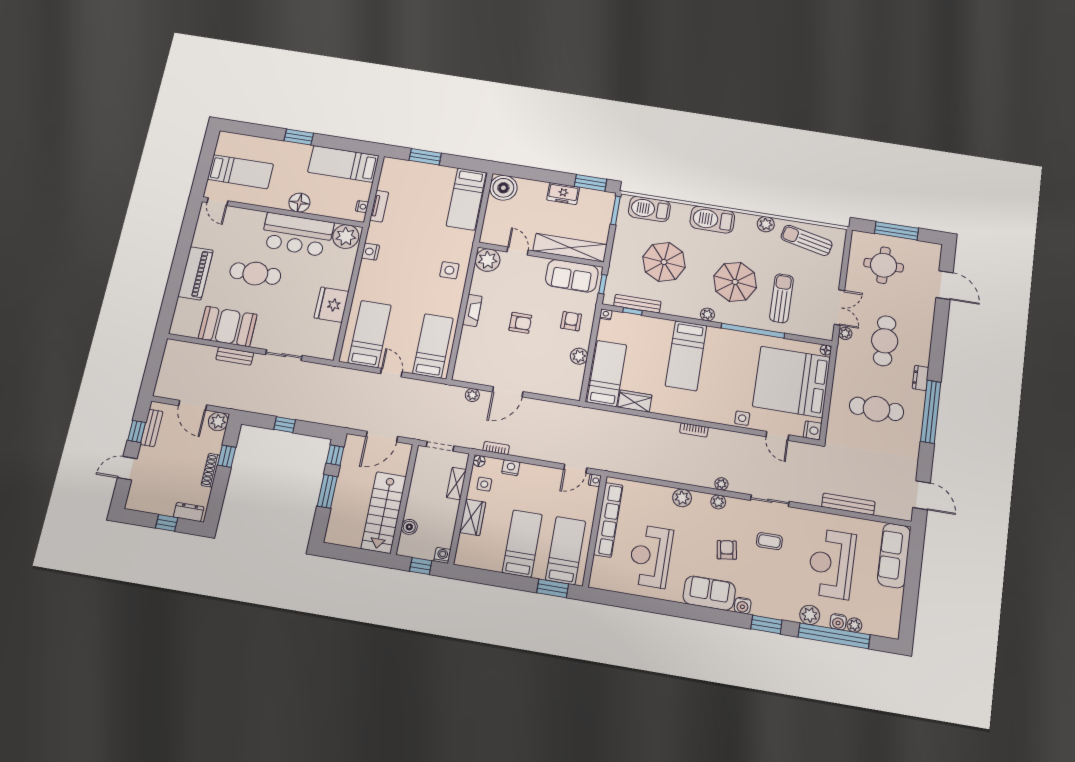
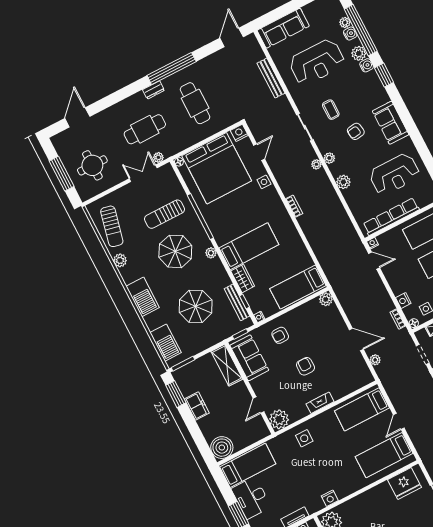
desk: (432, 180) -> (251, 498), added
shelving: (570, 248) -> (227, 365), width x0.68
fridge: (332, 305) -> (405, 483), moved
plant: (579, 356) -> (326, 299), moved
wardrobe: (635, 401) -> (243, 279), moved, turned 180
water cooler: (743, 606) -> (367, 65), moved

